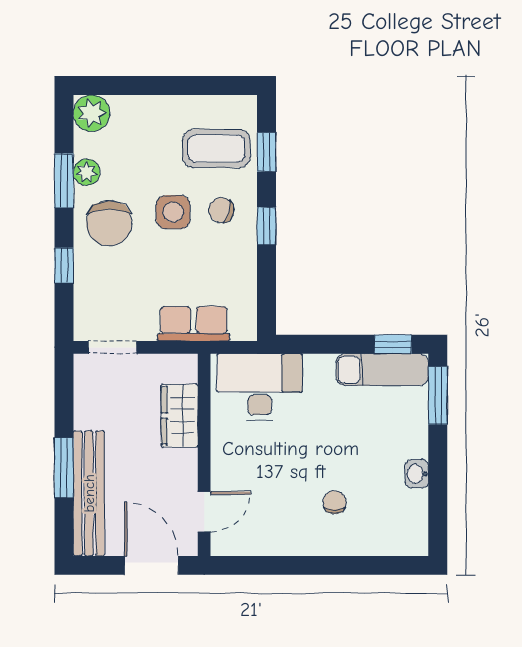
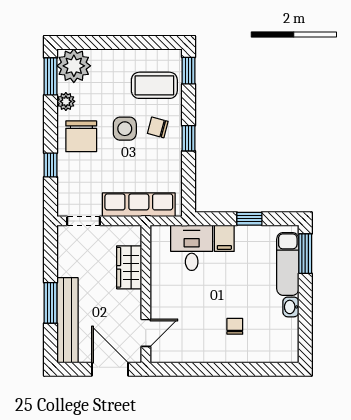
plant: (92, 113) -> (74, 66), width x1.36, depth x1.36
window: (266, 152) -> (188, 71), moved
window: (64, 181) -> (50, 76), moved
row of seats: (194, 324) -> (139, 205), width x1.48
window: (393, 344) -> (249, 219), moved
exam couch: (382, 370) -> (288, 264), moved, turned 90
filing cabinet: (319, 373) -> (224, 238), added
desk: (260, 387) -> (192, 248), width x0.73

